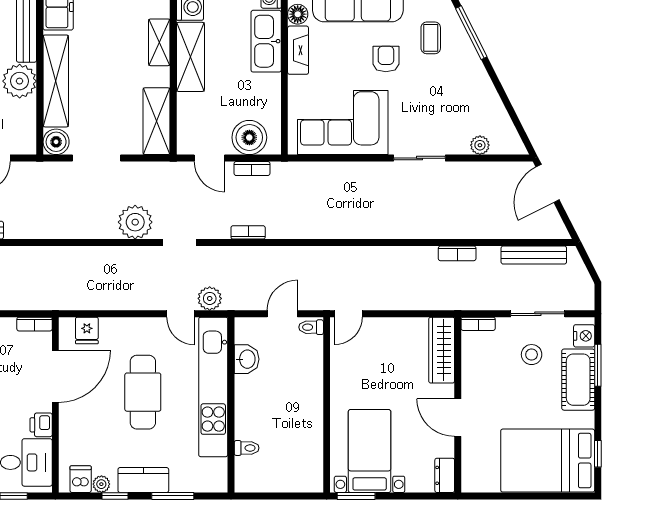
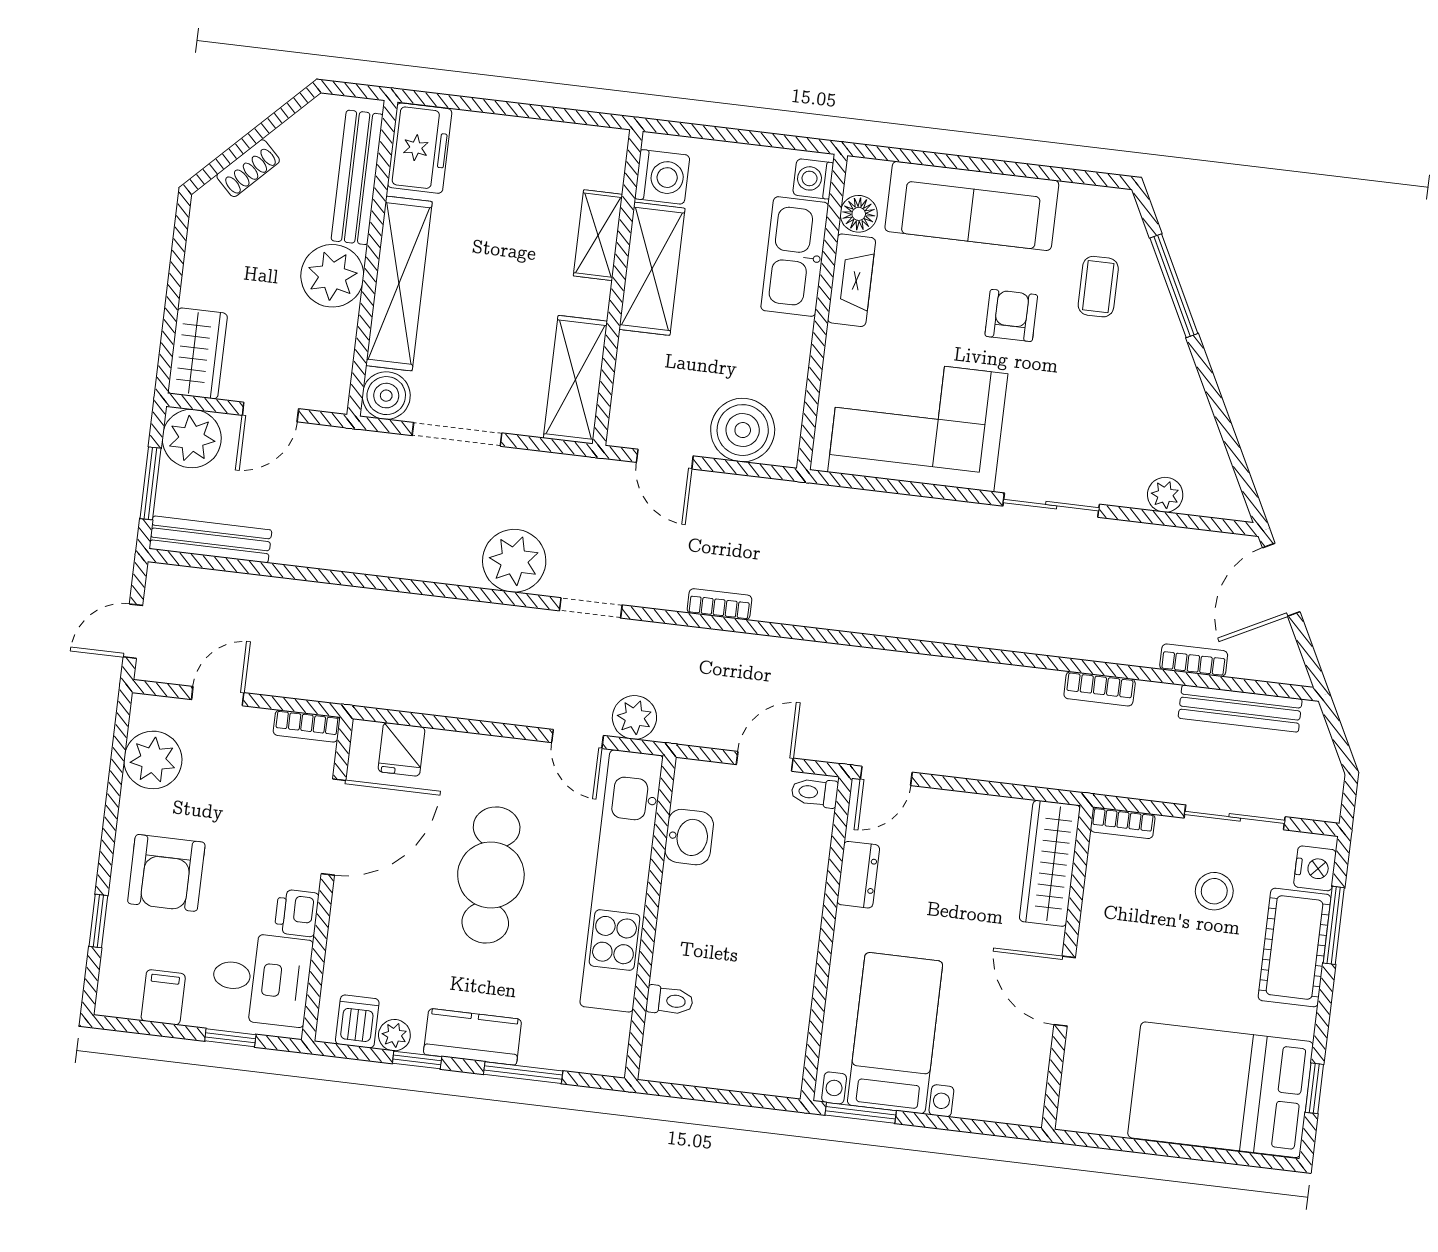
bookcase: (252, 169) -> (1194, 660), moved, turned 180
dresser: (445, 475) -> (858, 875), moved, turned 180

